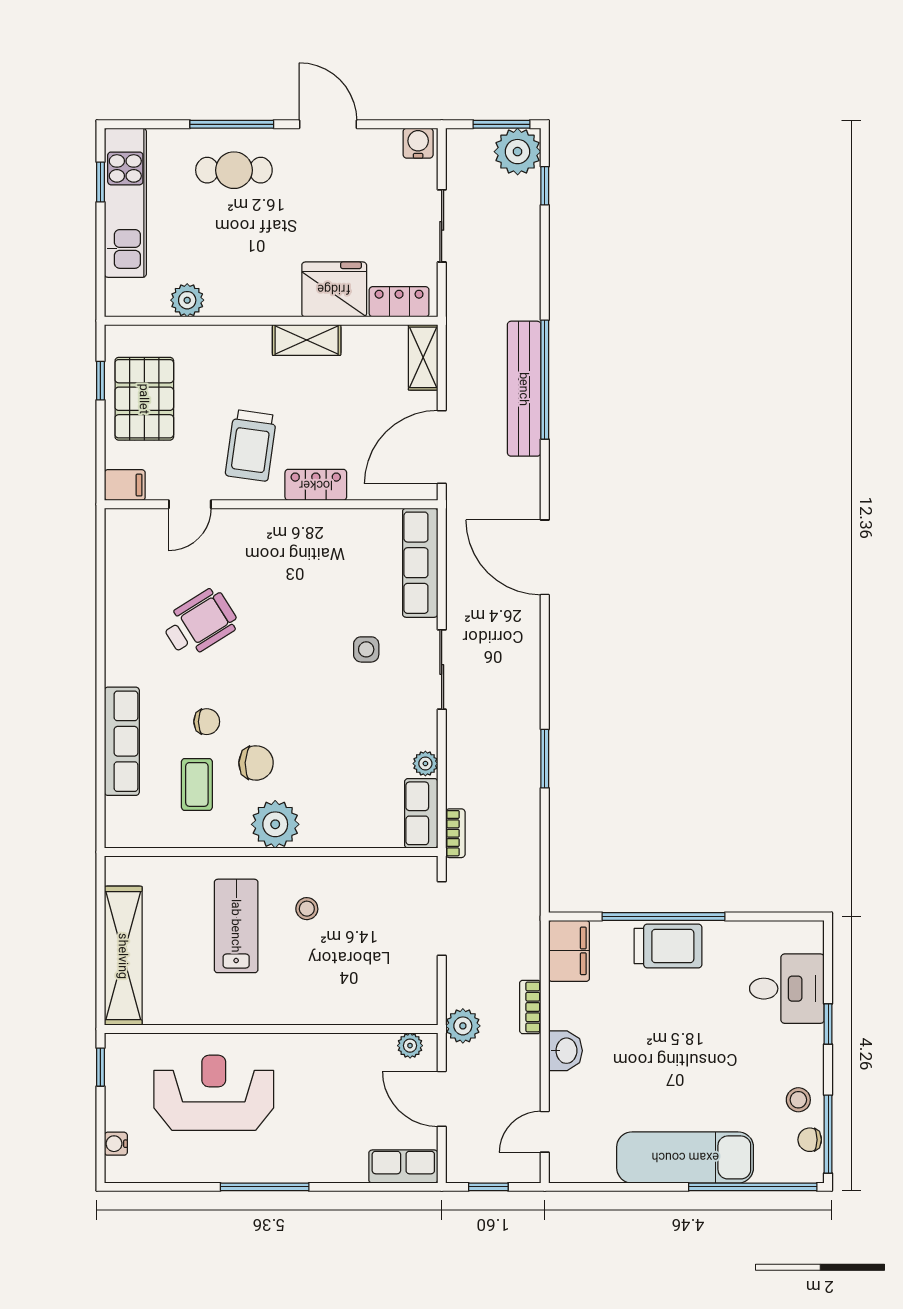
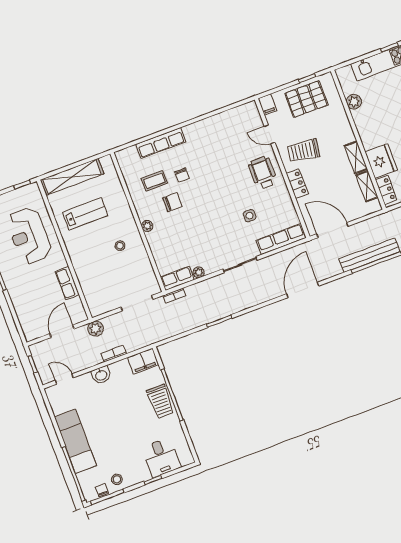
shelving: (423, 357) -> (367, 186), moved, turned 90
wheelchair: (200, 623) -> (263, 173), moved, turned -148
side table: (366, 649) -> (250, 216), moved
chair: (256, 763) -> (173, 202), turned -92
plant: (275, 824) -> (147, 226), width x0.53, depth x0.53
lab bench: (236, 926) -> (85, 214), moved
plant: (410, 1046) -> (79, 310), removed
reception desk: (214, 1093) -> (29, 236), turned 180
row of seats: (403, 1166) -> (67, 283), moved, turned 180

